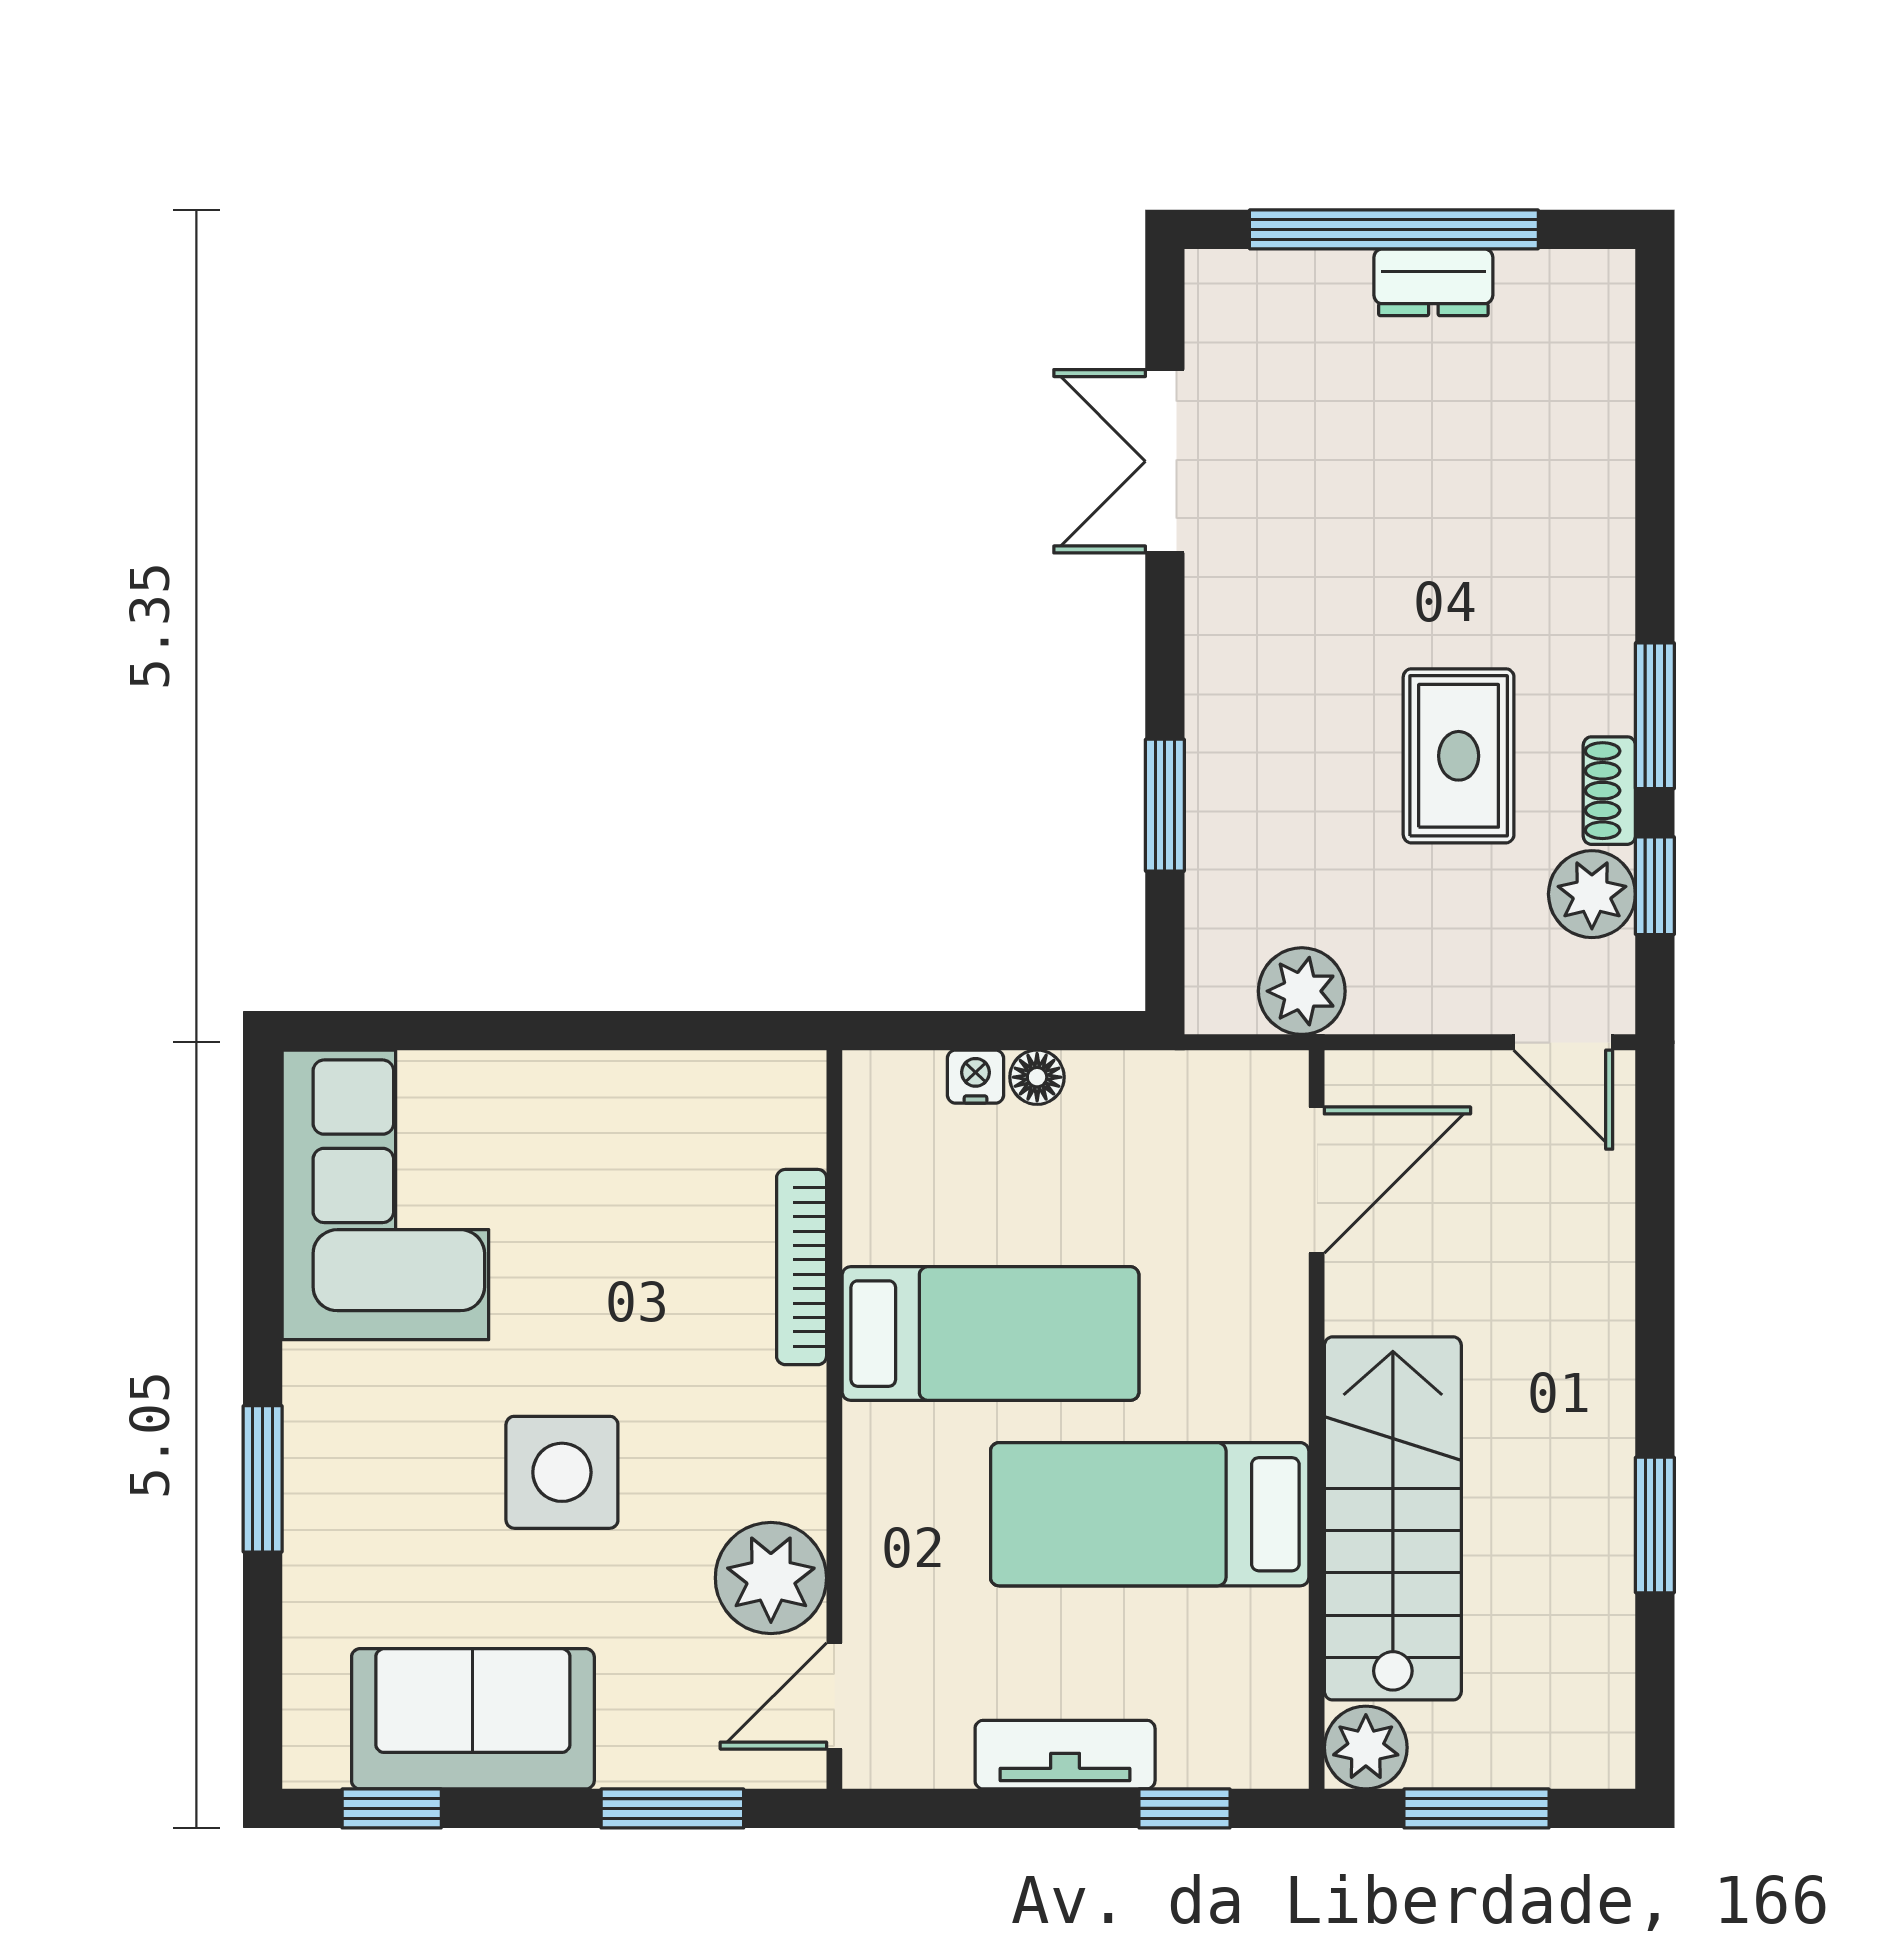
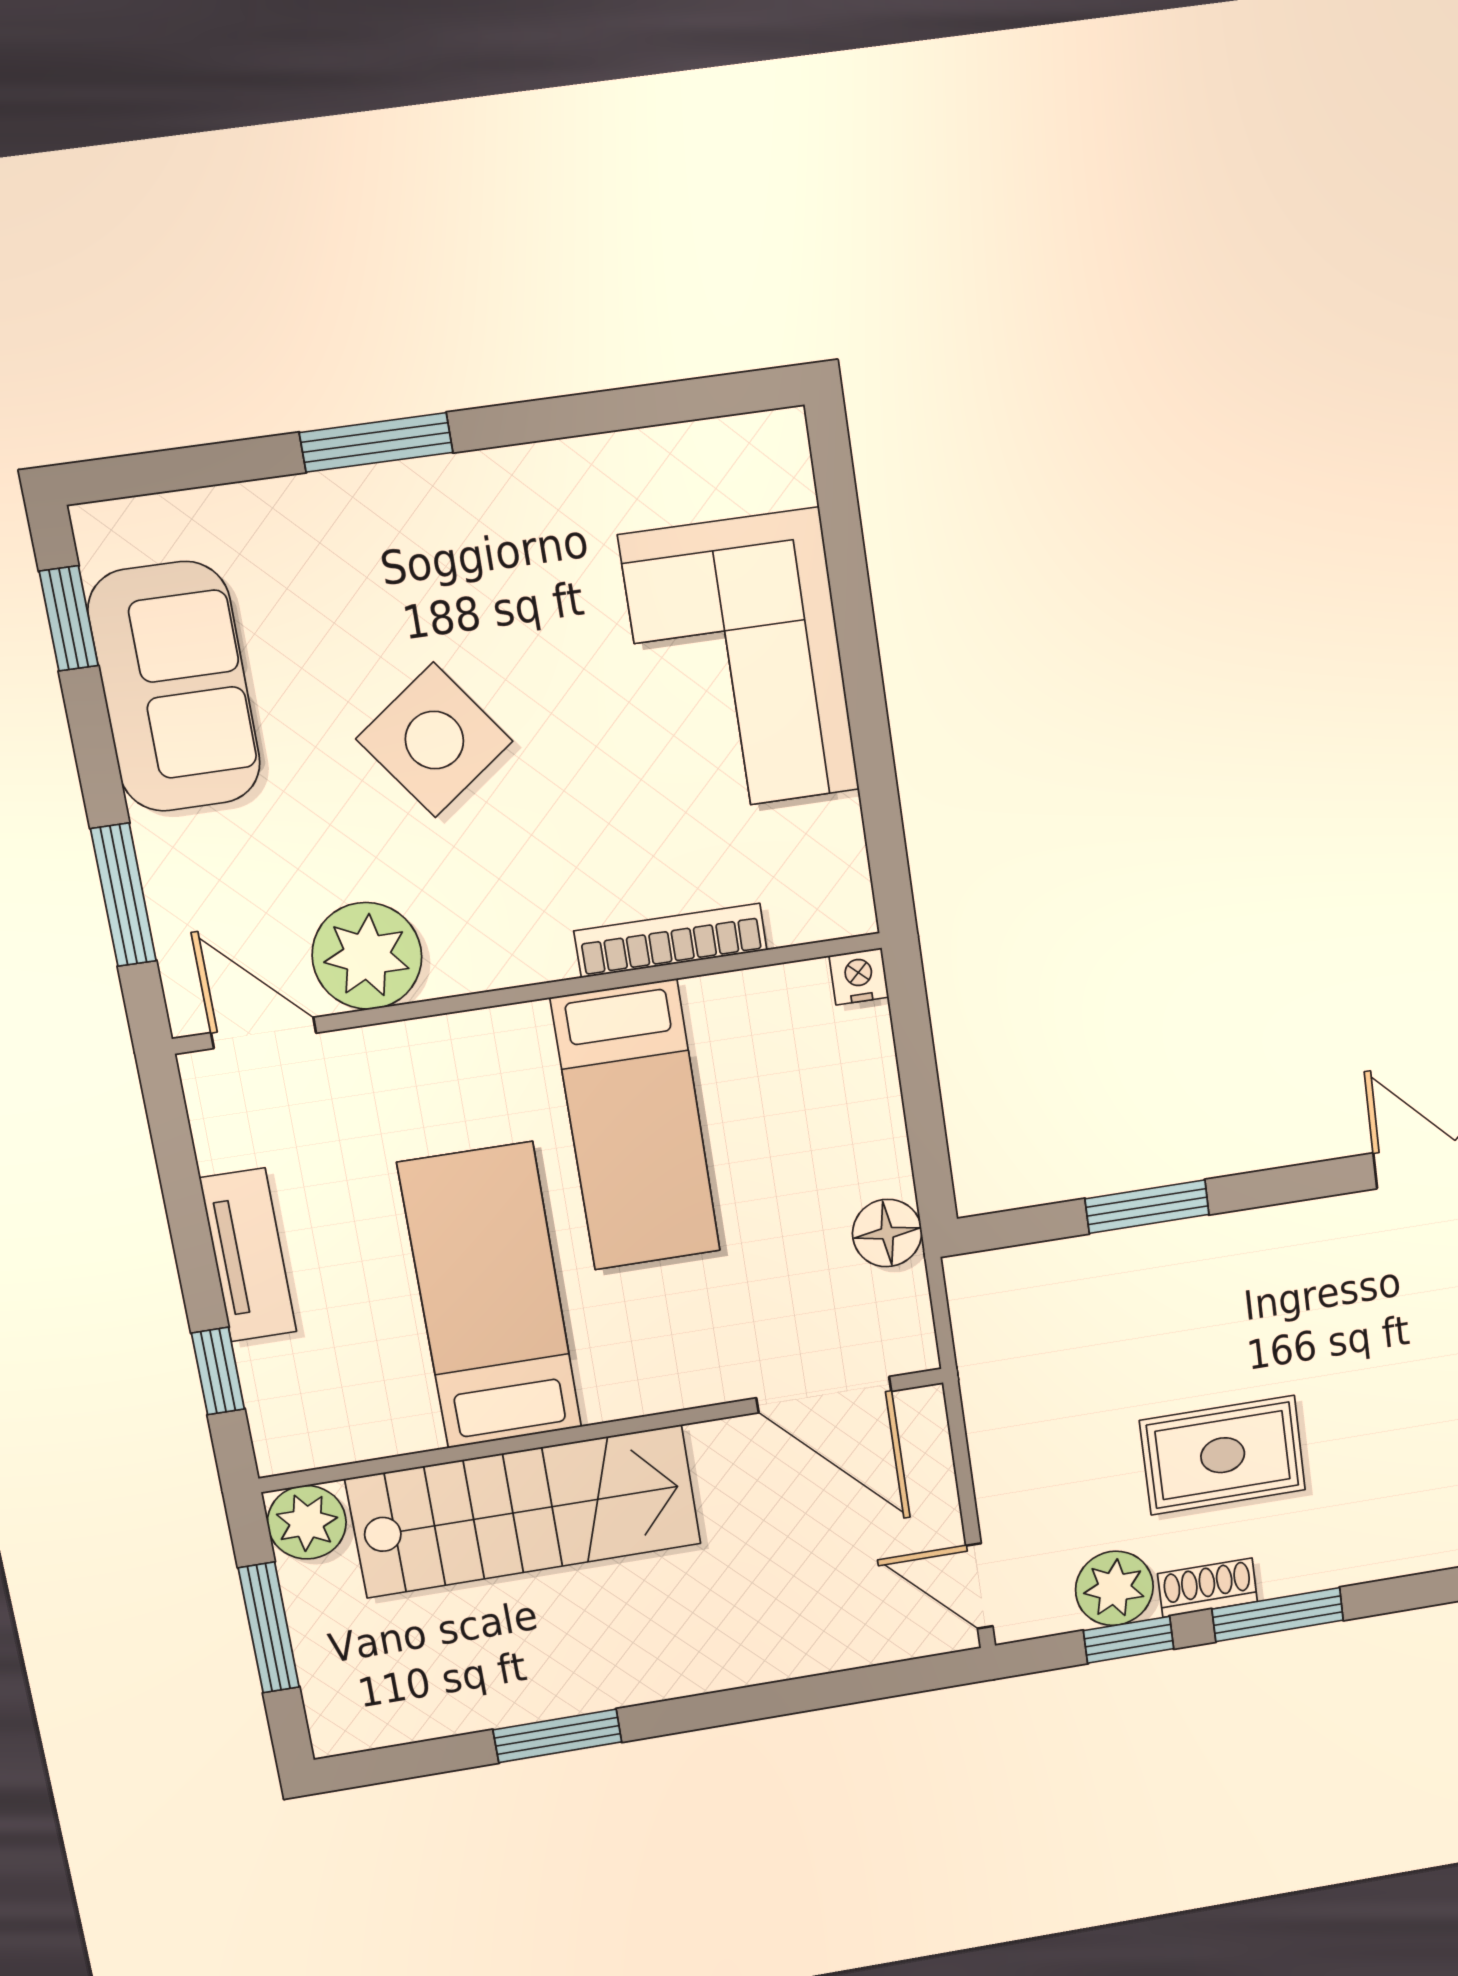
plant: (1302, 991) -> (994, 1354), removed
door: (1563, 1042) -> (979, 1586), hinge flipped
nightstand: (975, 1077) -> (859, 976), moved, turned -90
floor lamp: (1037, 1077) -> (887, 1233), moved, width x1.37, depth x1.37
corner sofa: (385, 1195) -> (740, 663), moved, turned 90
side table: (562, 1472) -> (434, 740), turned -36

